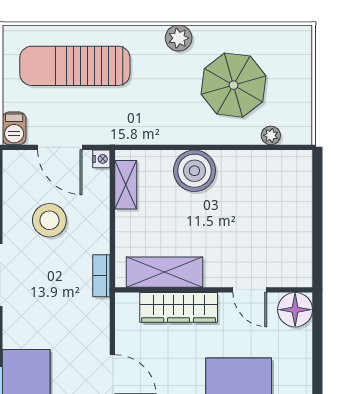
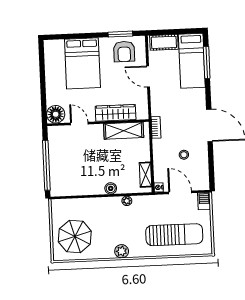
parasol: (234, 85) -> (75, 236), moved
plant: (271, 135) -> (127, 201), moved
boiler: (194, 171) -> (111, 188), width x0.54, depth x0.54
window: (317, 212) -> (46, 165), added
stool: (49, 220) -> (184, 155), width x0.53, depth x0.53

